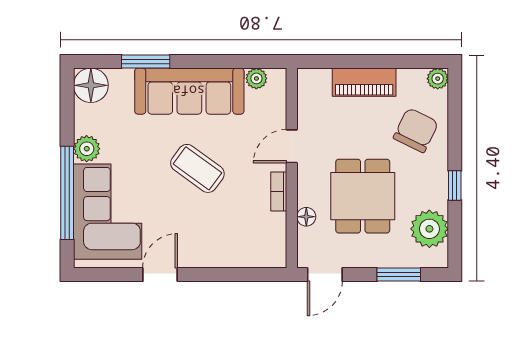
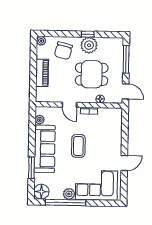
chair: (416, 130) -> (63, 51), turned -102
coffee table: (197, 168) -> (78, 146), turned -36
window: (67, 193) -> (66, 202), moved
plant: (429, 229) -> (89, 45), moved
door: (160, 275) -> (124, 163), swing flipped
window: (399, 275) -> (126, 59), width x1.44

